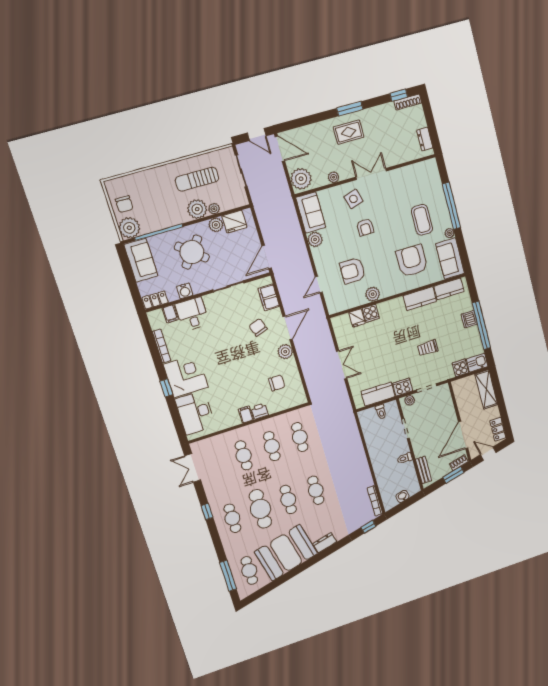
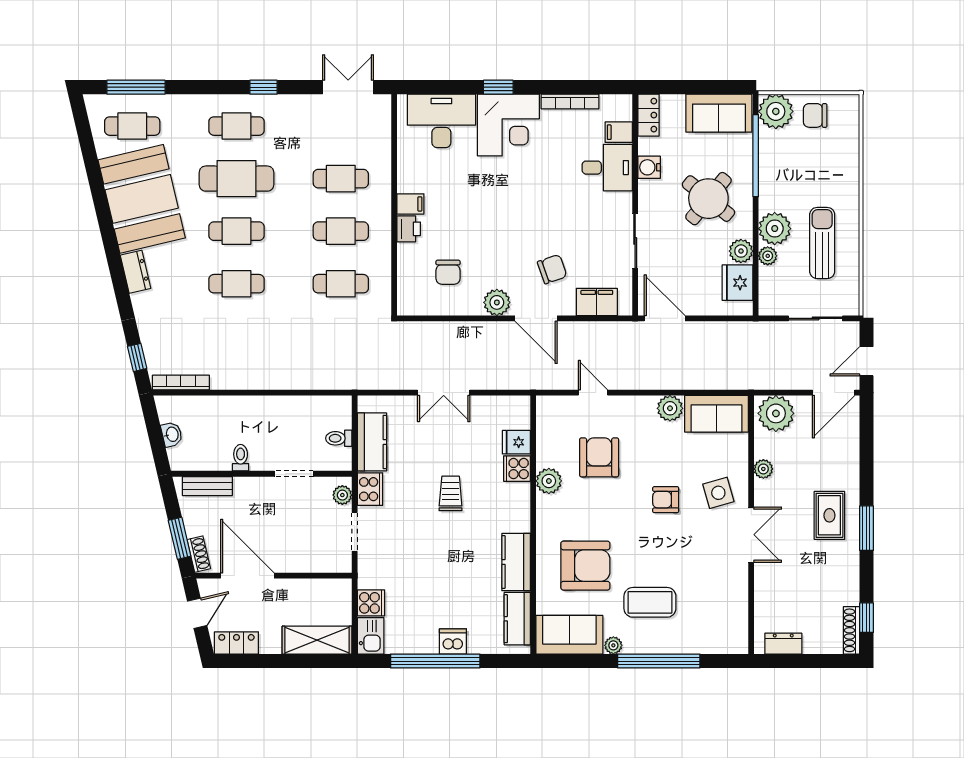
trolley: (428, 348) -> (451, 493), moved

